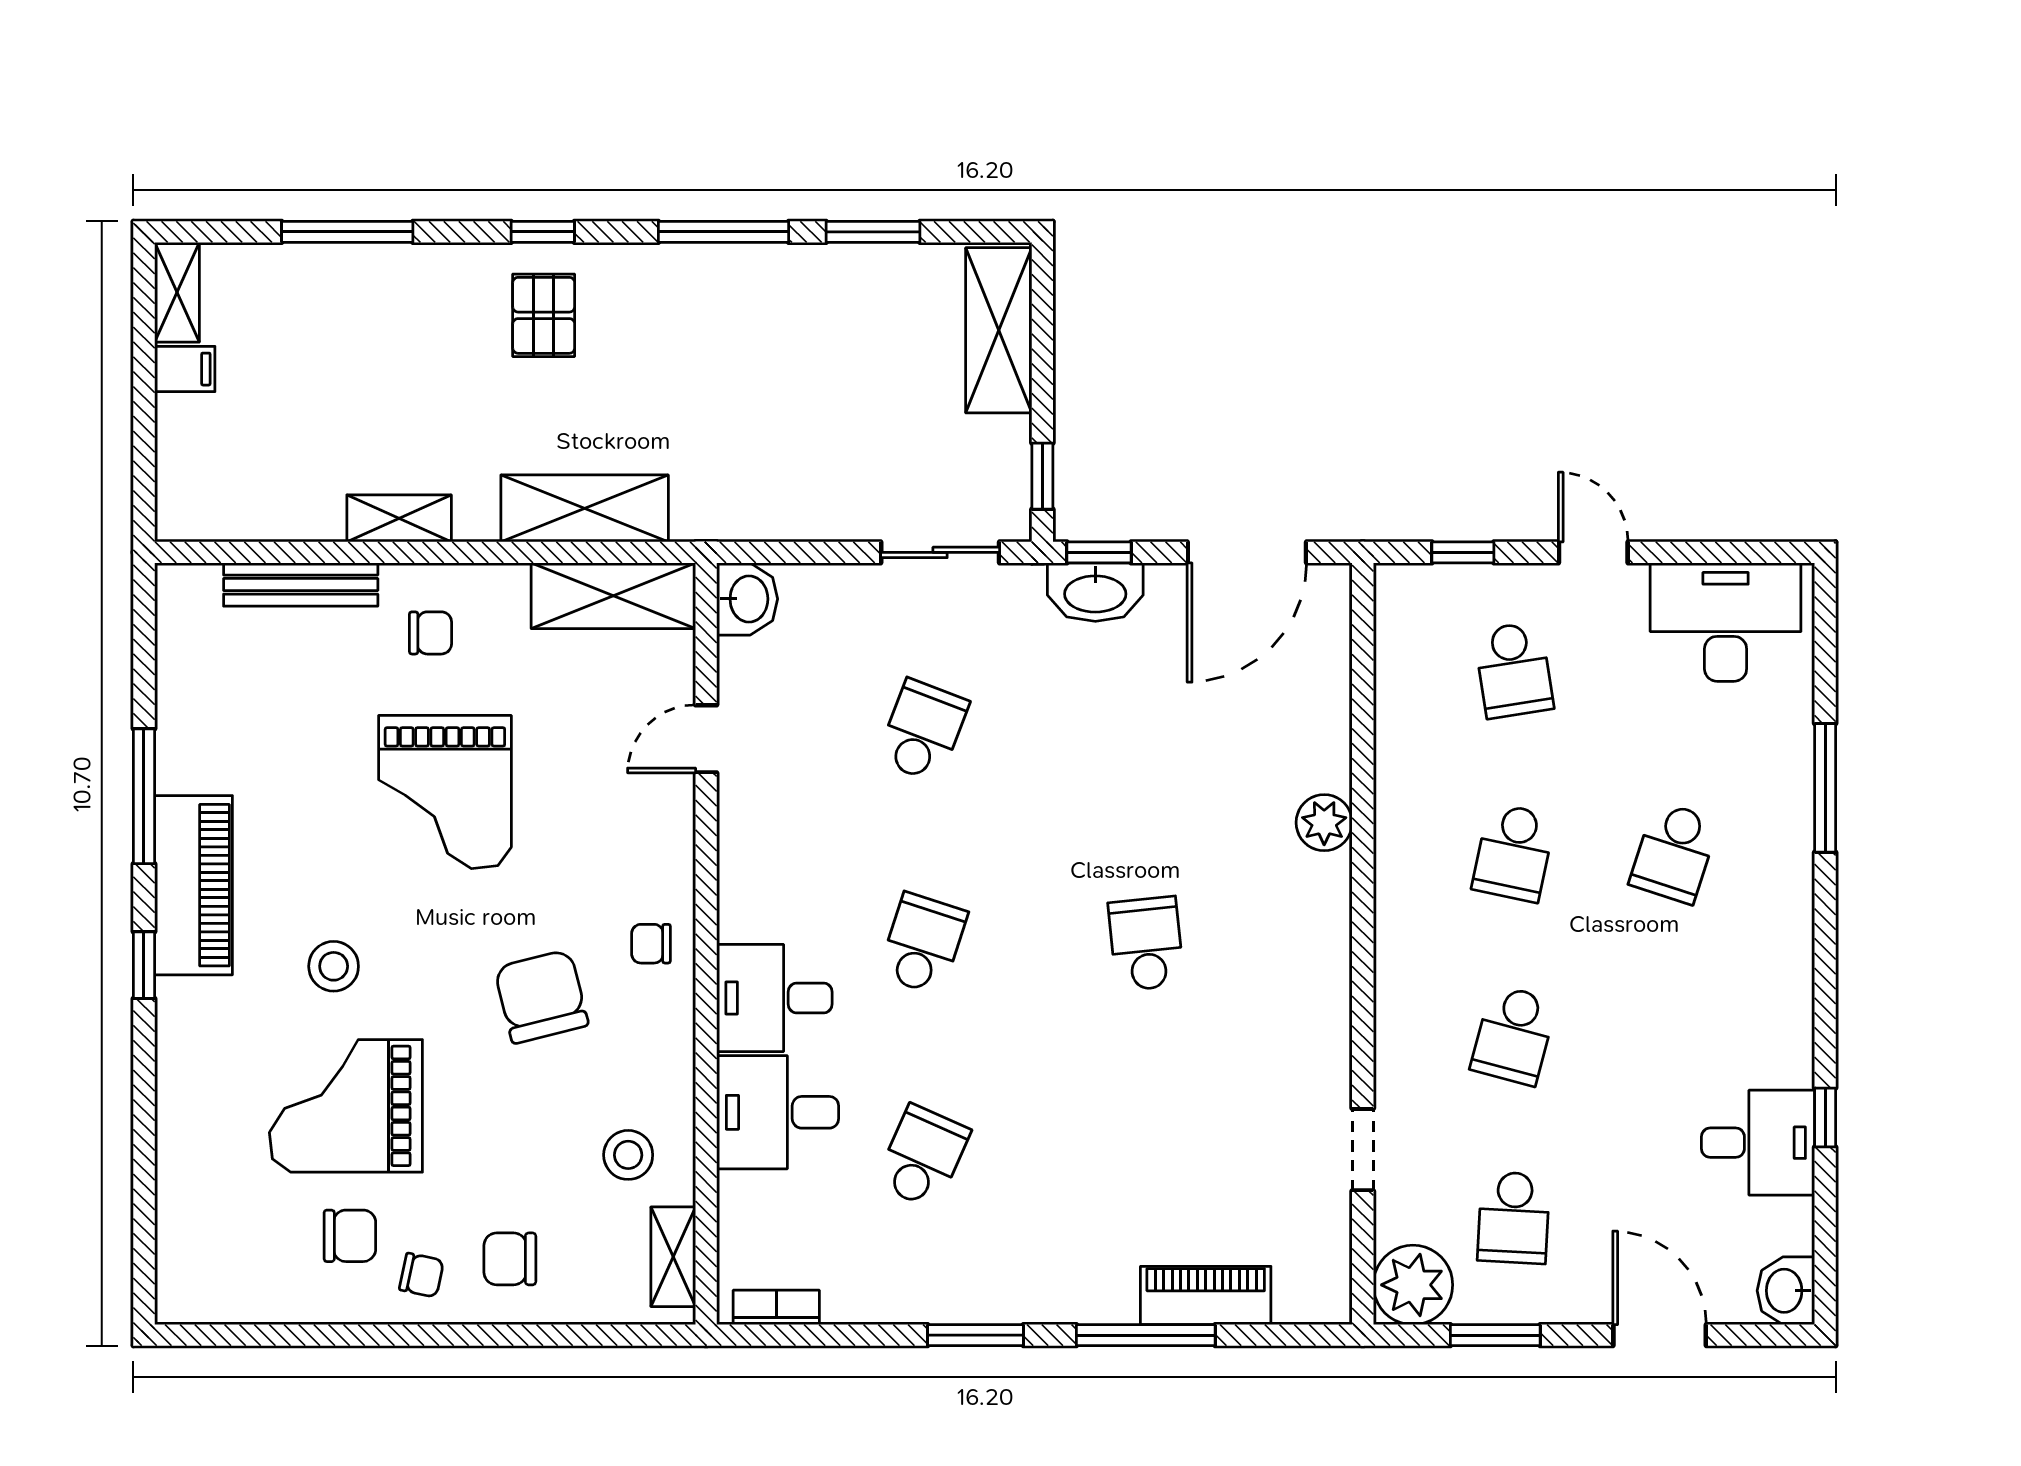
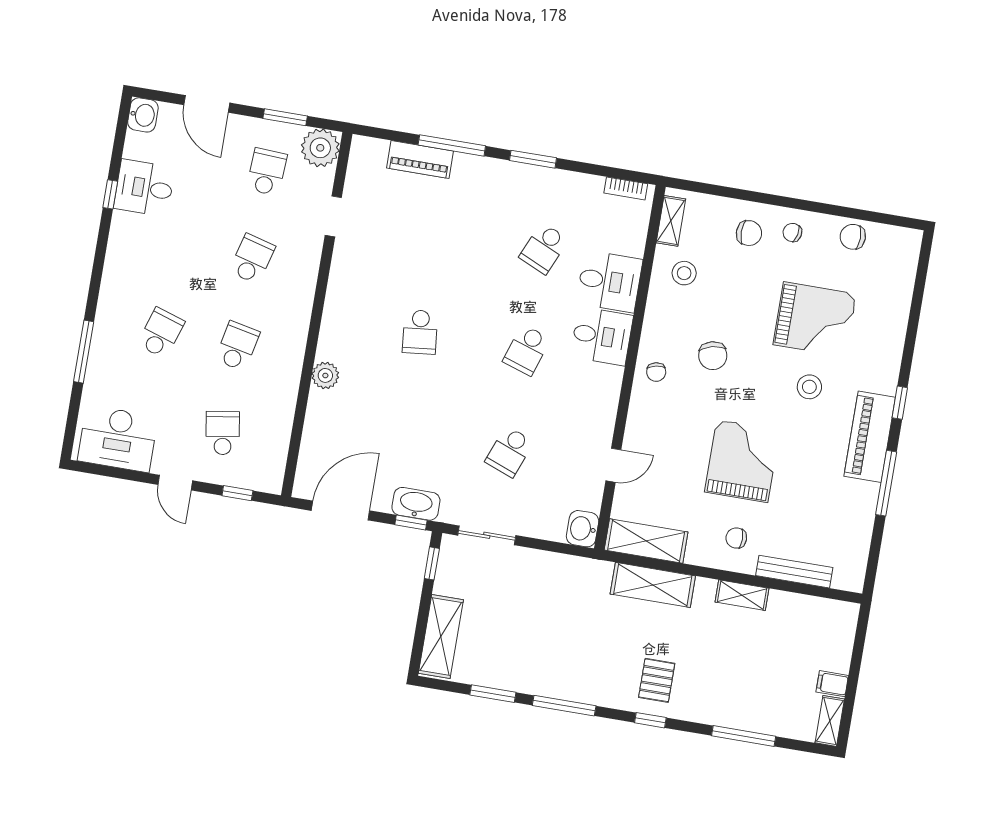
chair: (651, 944) -> (656, 372), turned 79
chair: (541, 997) -> (713, 356), width x0.73, depth x0.73
chair: (350, 1236) -> (853, 237), moved

